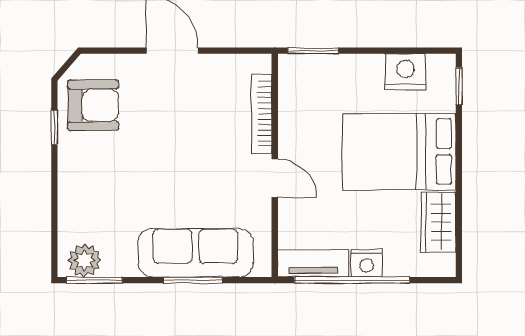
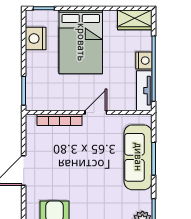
wardrobe: (438, 222) -> (135, 20), moved

